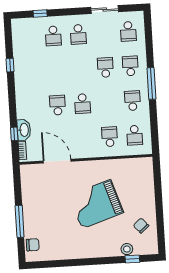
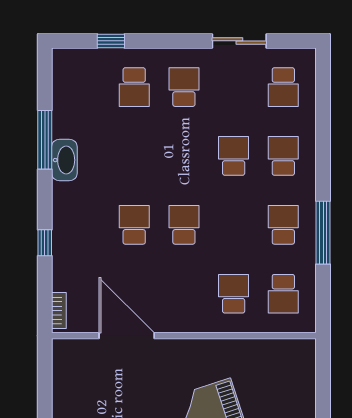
school desk: (78, 34) -> (184, 87), turned 180
window: (10, 65) -> (45, 140), width x2.17
window: (151, 83) -> (323, 233), moved
school desk: (83, 104) -> (184, 225), turned 180
washbasin: (24, 130) -> (64, 160), moved
window: (14, 134) -> (45, 243), moved

